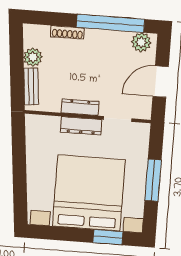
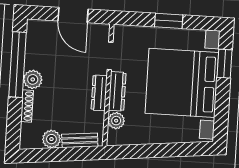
plant: (141, 42) -> (33, 79), moved
plant: (51, 124) -> (116, 121), added
window: (153, 180) -> (169, 21), width x0.69

